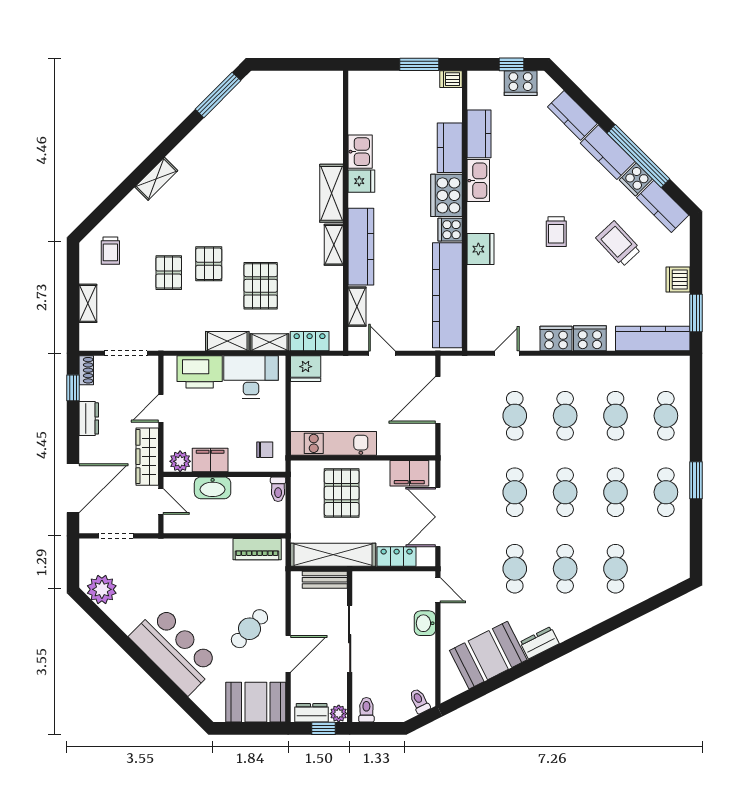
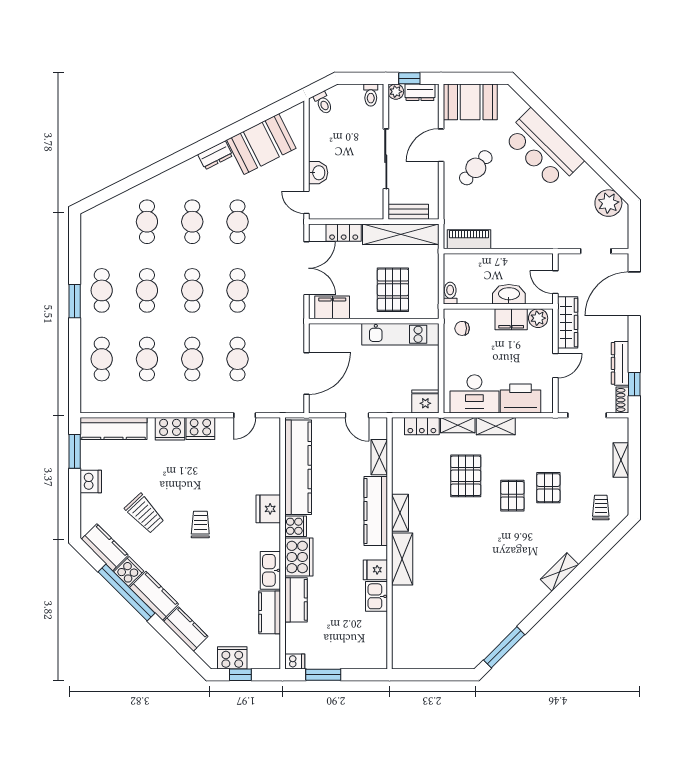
dresser: (89, 418) -> (620, 363), width x1.44

